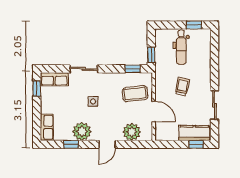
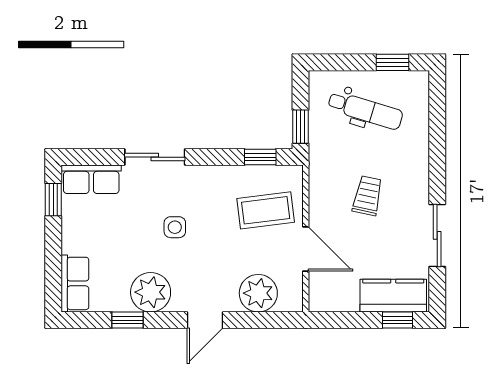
dental chair: (181, 47) -> (365, 110), turned -73

